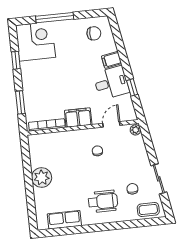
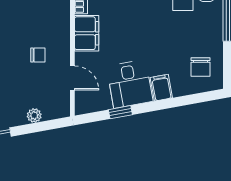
plant: (136, 130) -> (34, 115), moved

